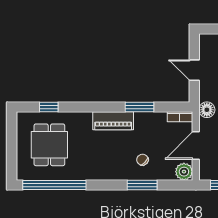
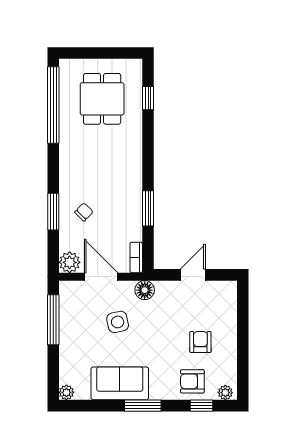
piano: (113, 121) -> (131, 176), removed
dining table: (49, 145) -> (102, 99), turned 90

